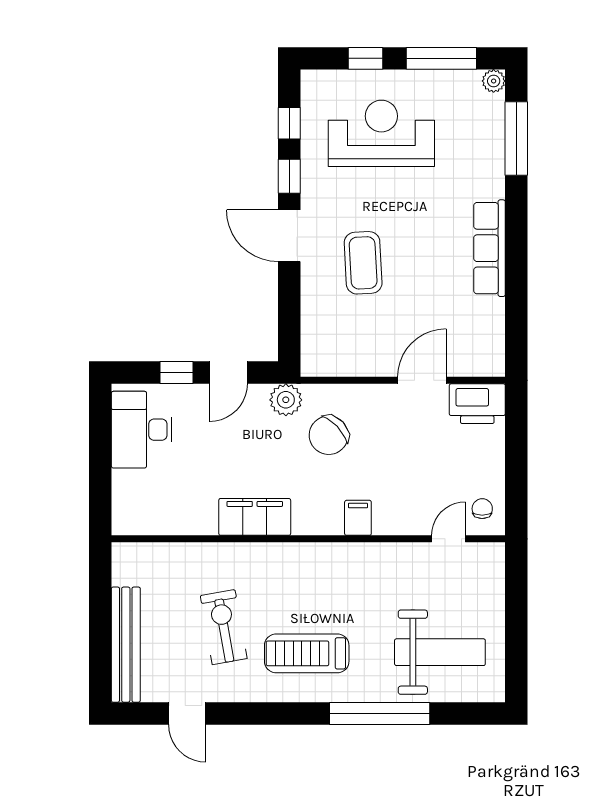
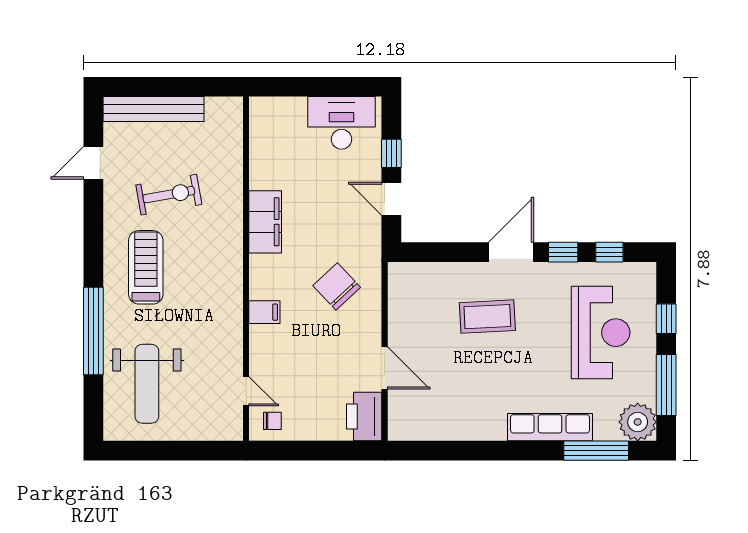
plant: (494, 81) -> (638, 422), width x1.87, depth x1.87
row of seats: (489, 248) -> (550, 427), moved
plant: (286, 400) -> (368, 249), removed

